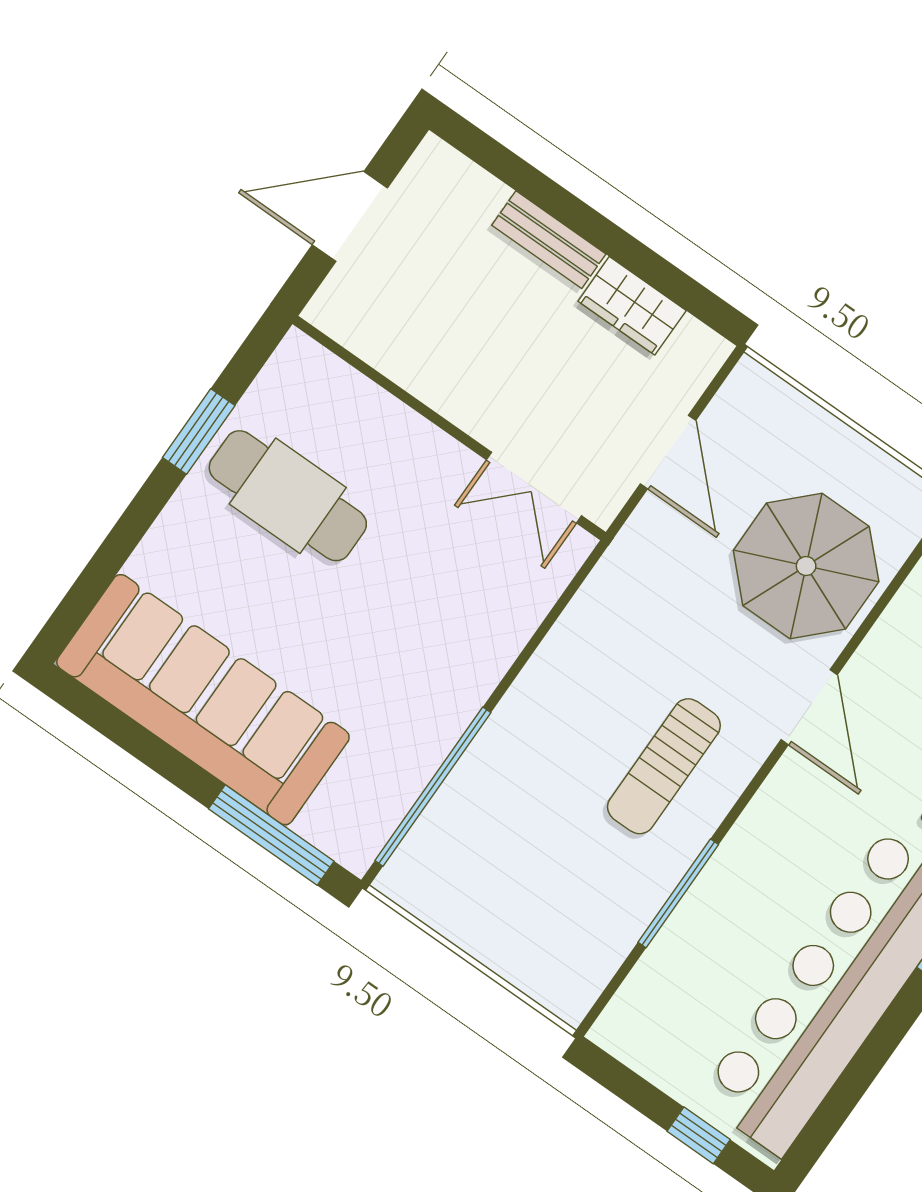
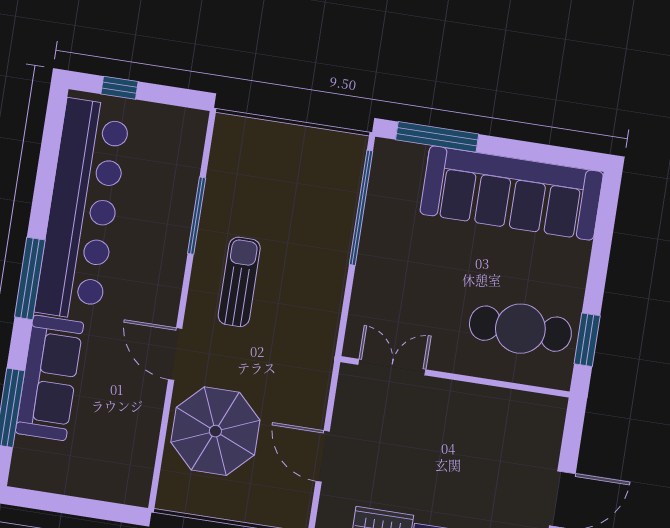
wall: (449, 428) -> (455, 377), moved
double door: (534, 488) -> (392, 367), moved

